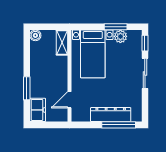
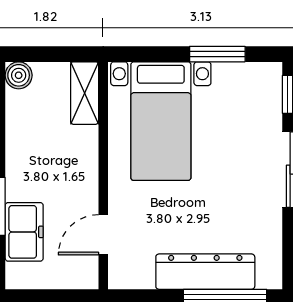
plant: (120, 36) -> (230, 78), removed
freezer: (38, 110) -> (24, 232), moved

